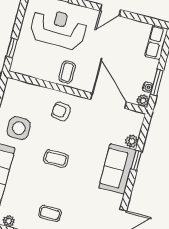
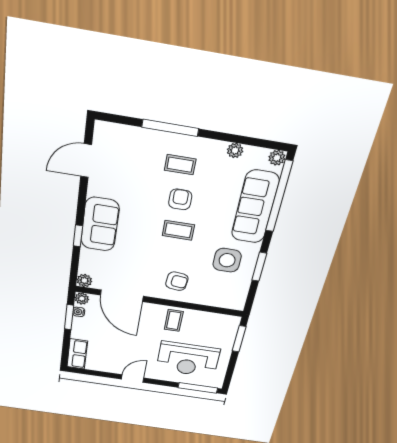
window: (12, 48) -> (239, 339), width x1.50
plant: (132, 141) -> (84, 281), moved
armchair: (52, 185) -> (180, 199), added

